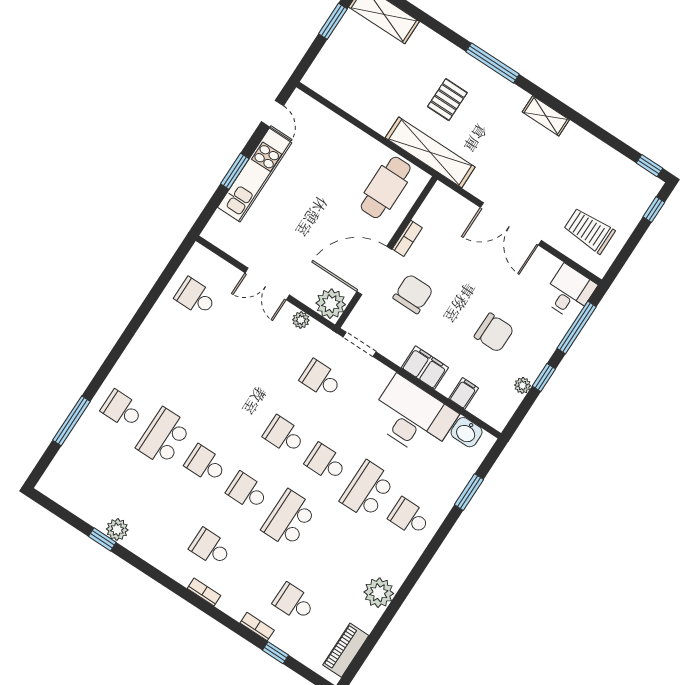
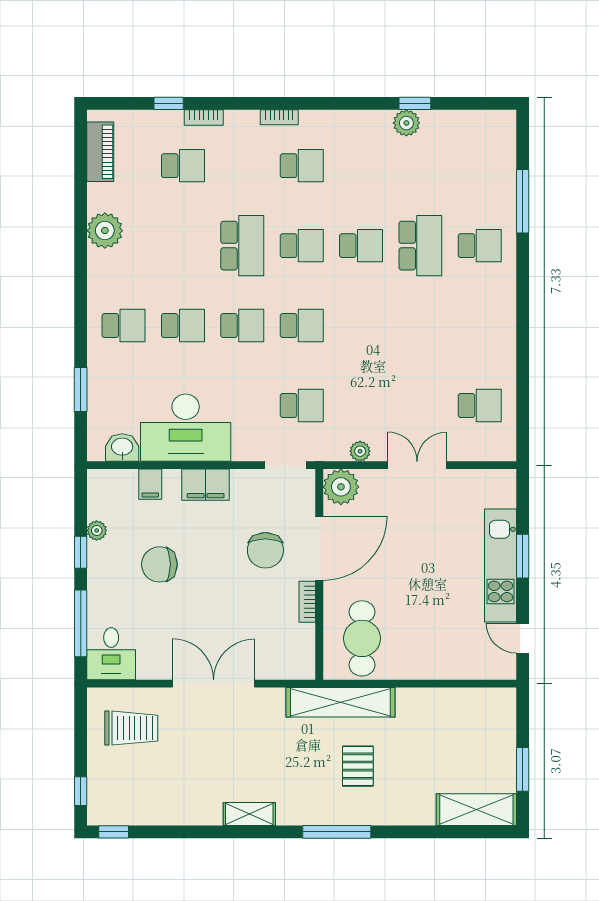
school desk: (368, 490) -> (183, 326), width x0.54

